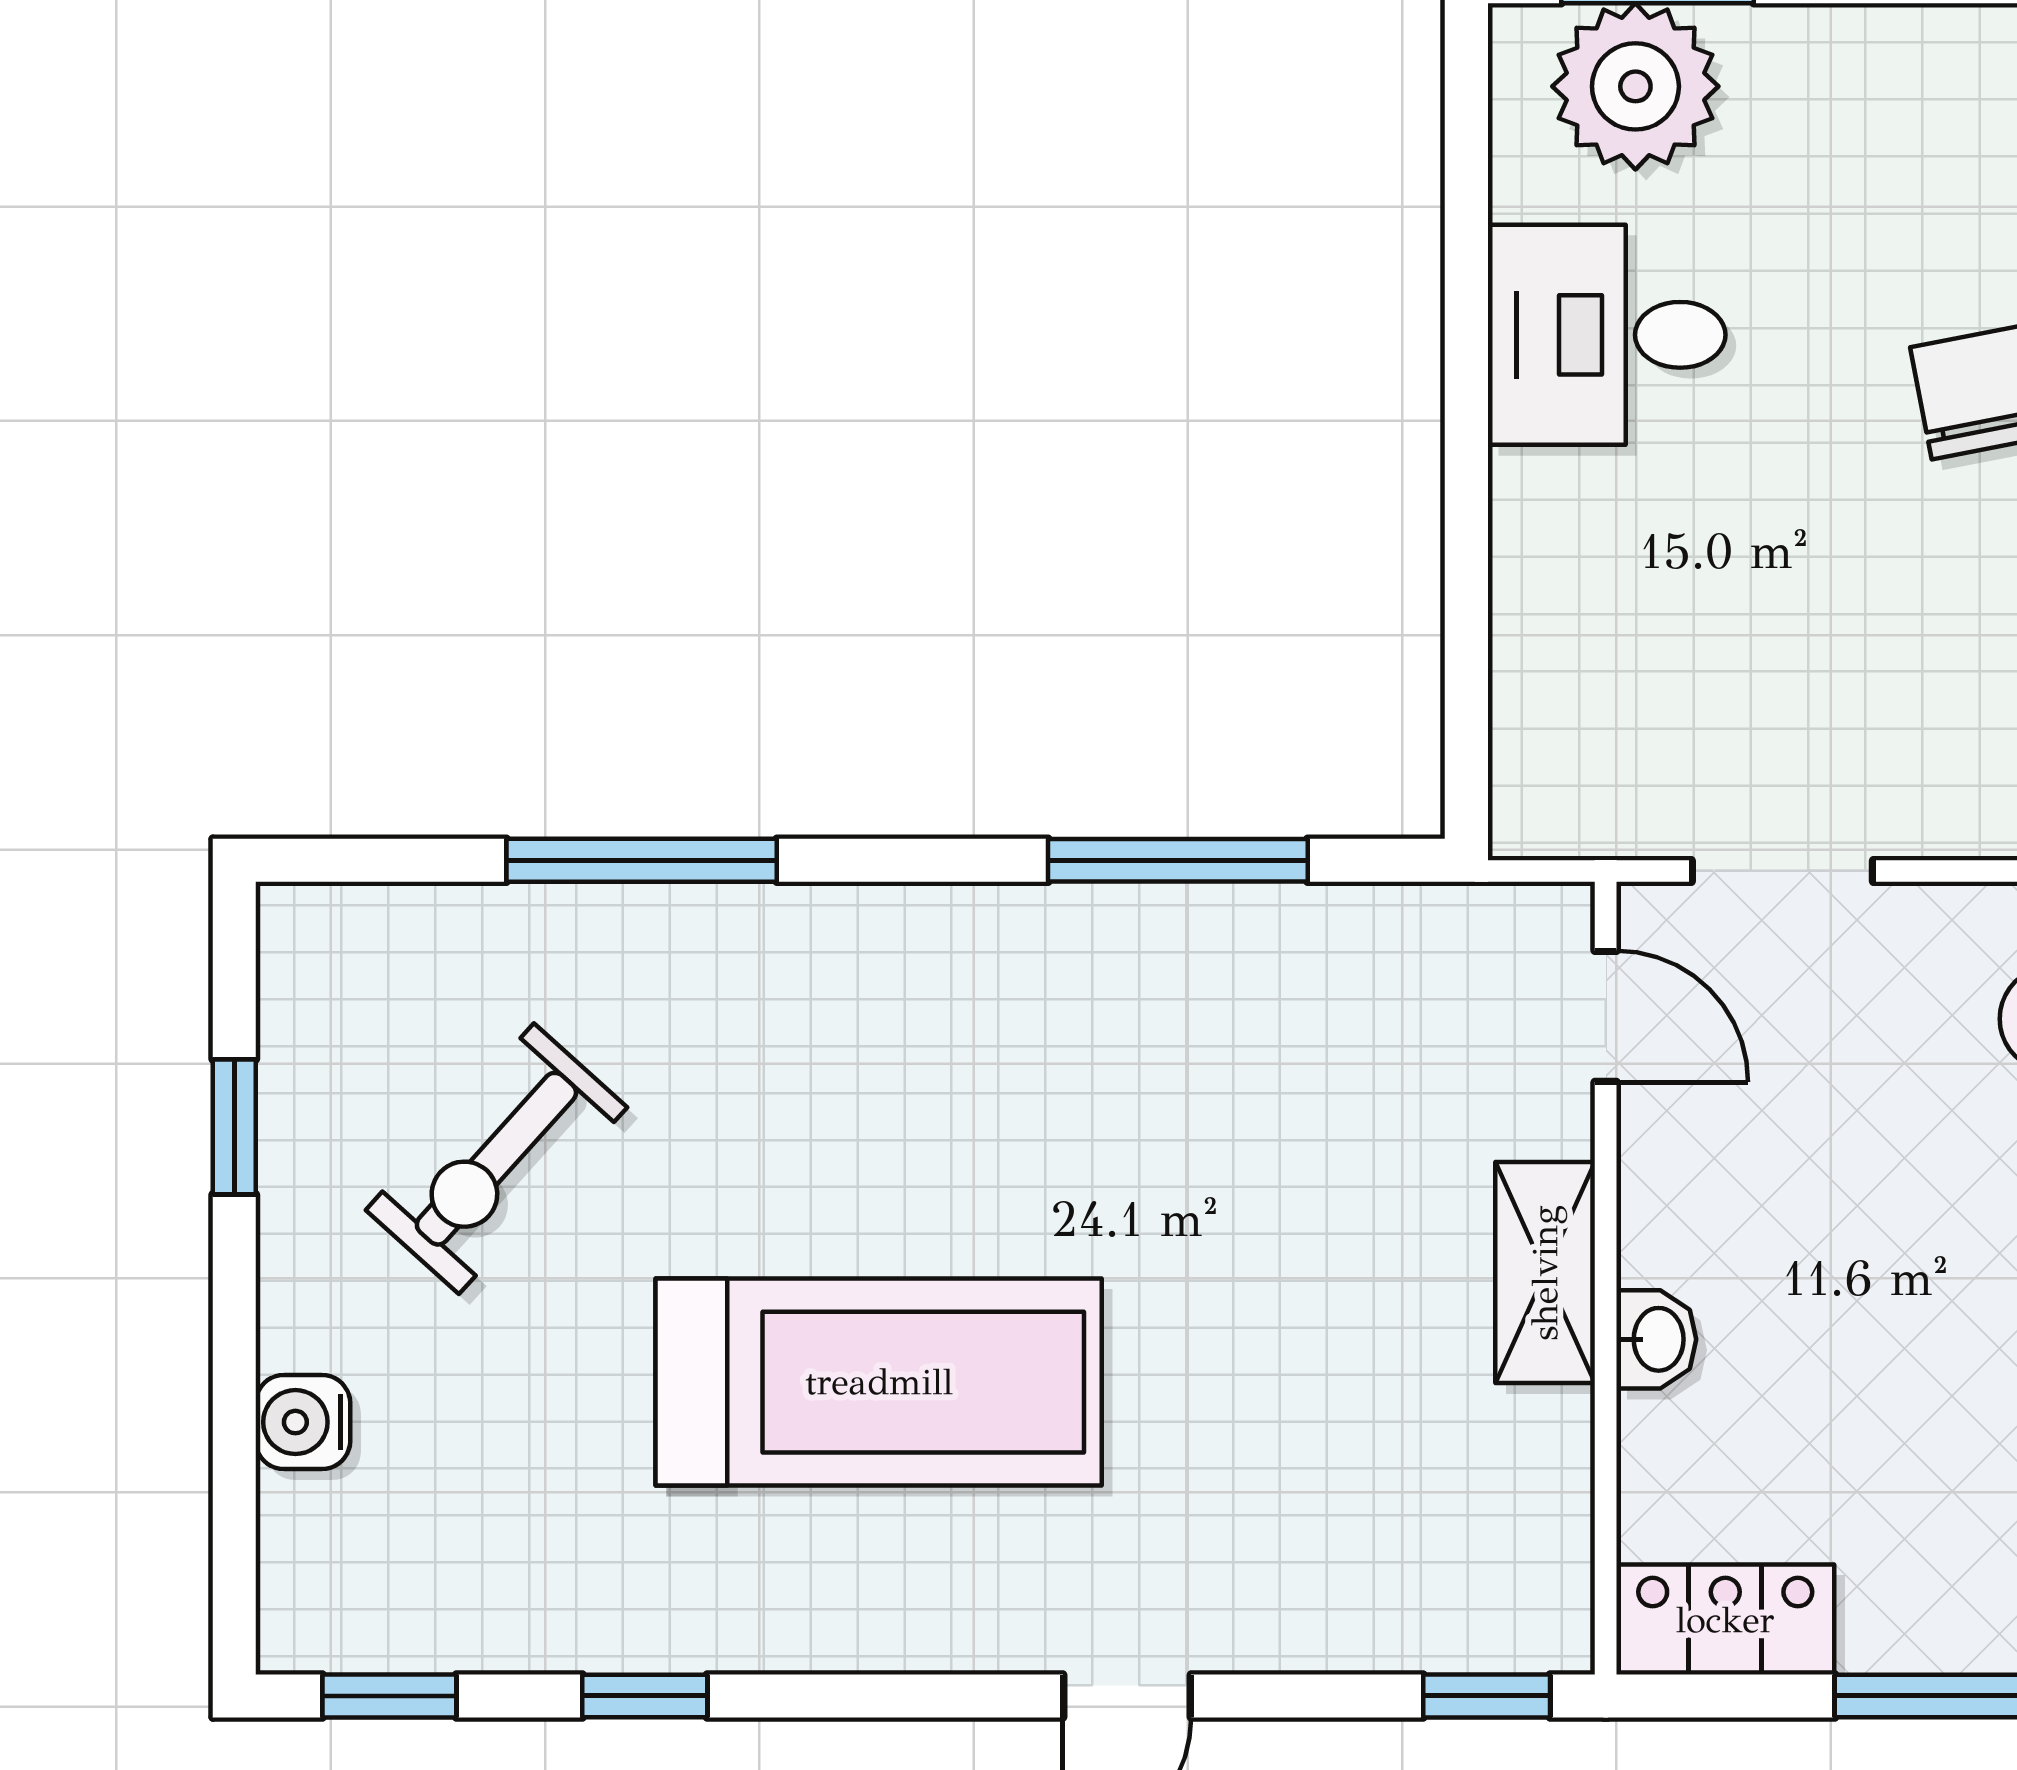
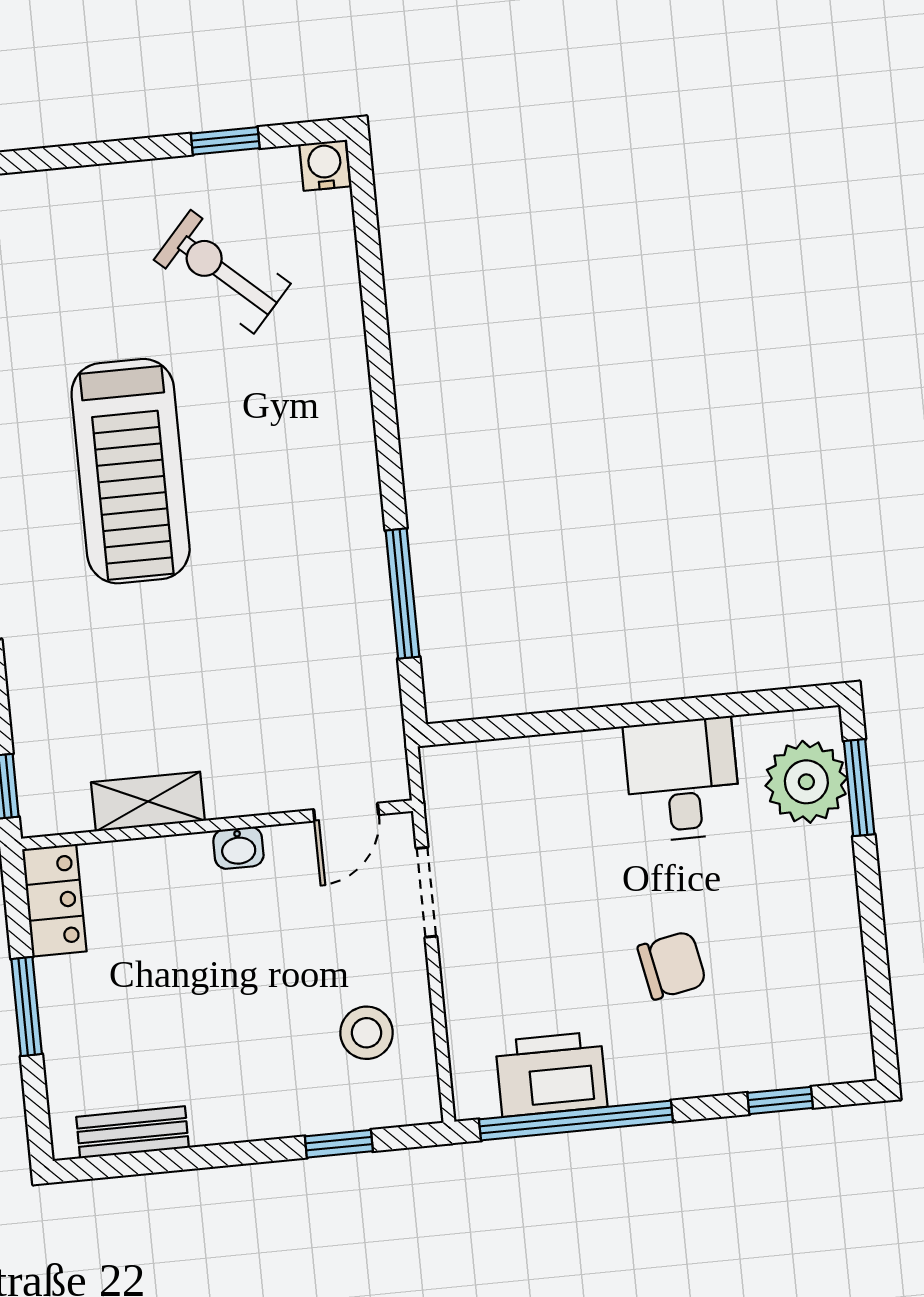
window: (642, 860) -> (376, 329), removed
shelving: (1545, 1273) -> (148, 801), moved
washbasin: (1656, 1339) -> (238, 848), moved
water cooler: (303, 1422) -> (325, 165), moved

